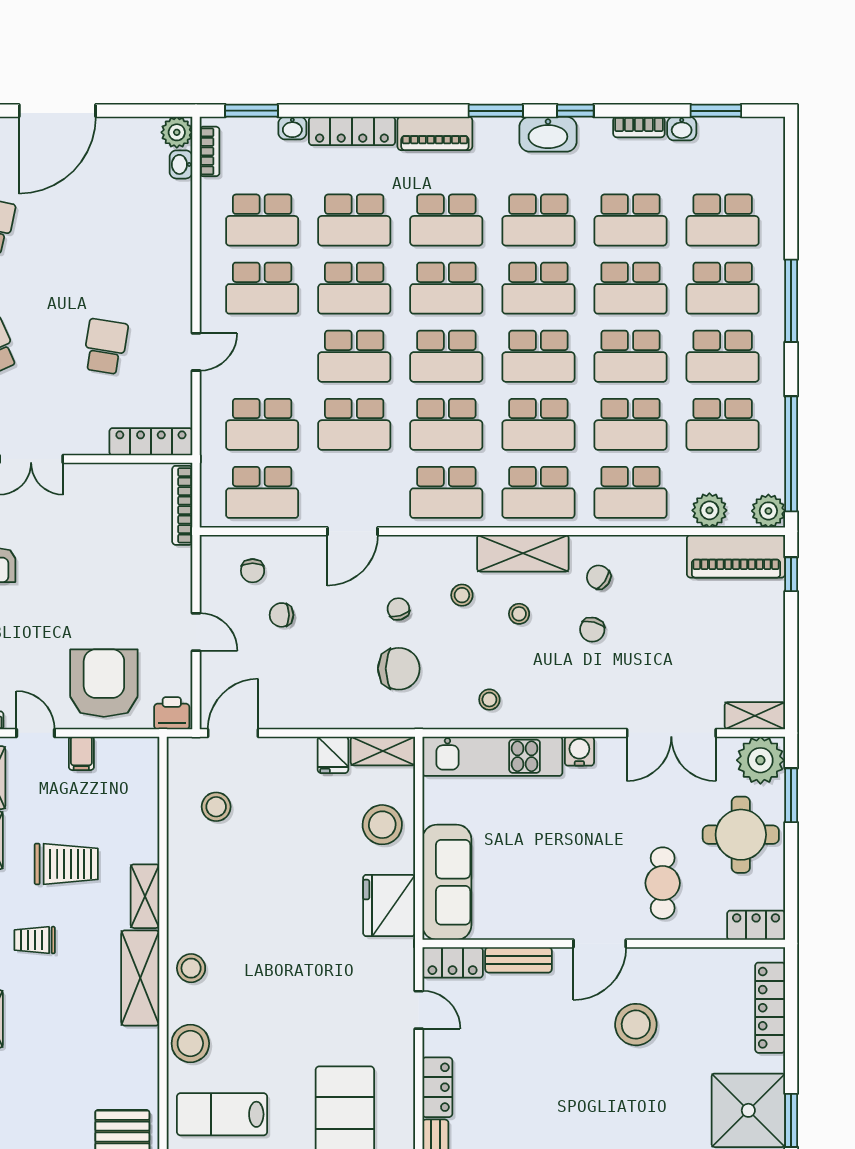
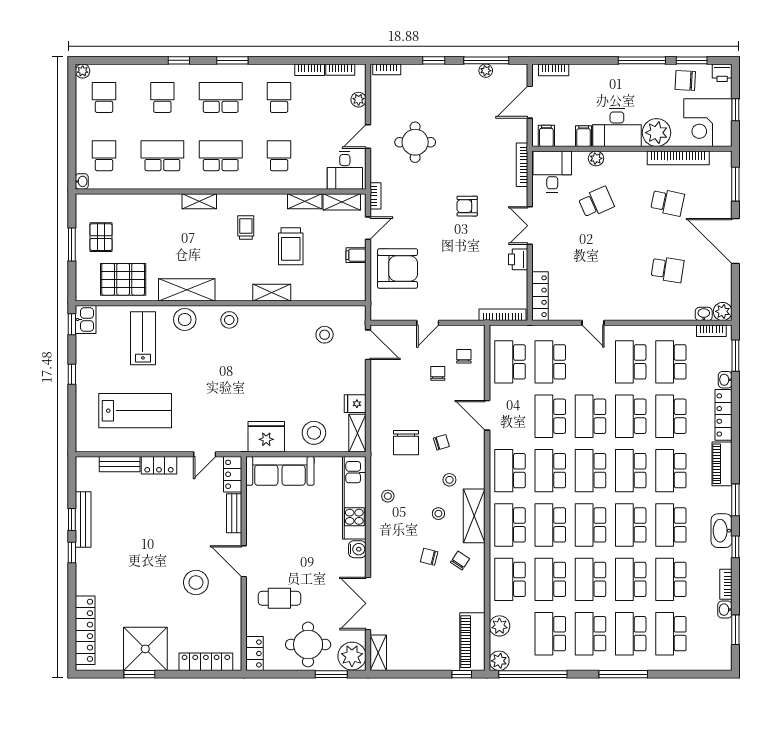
school desk: (105, 346) -> (668, 269), moved
chair: (253, 571) -> (464, 356), turned 90
printer: (172, 713) -> (518, 259), moved, turned 180
shelving: (140, 978) -> (187, 290), moved

